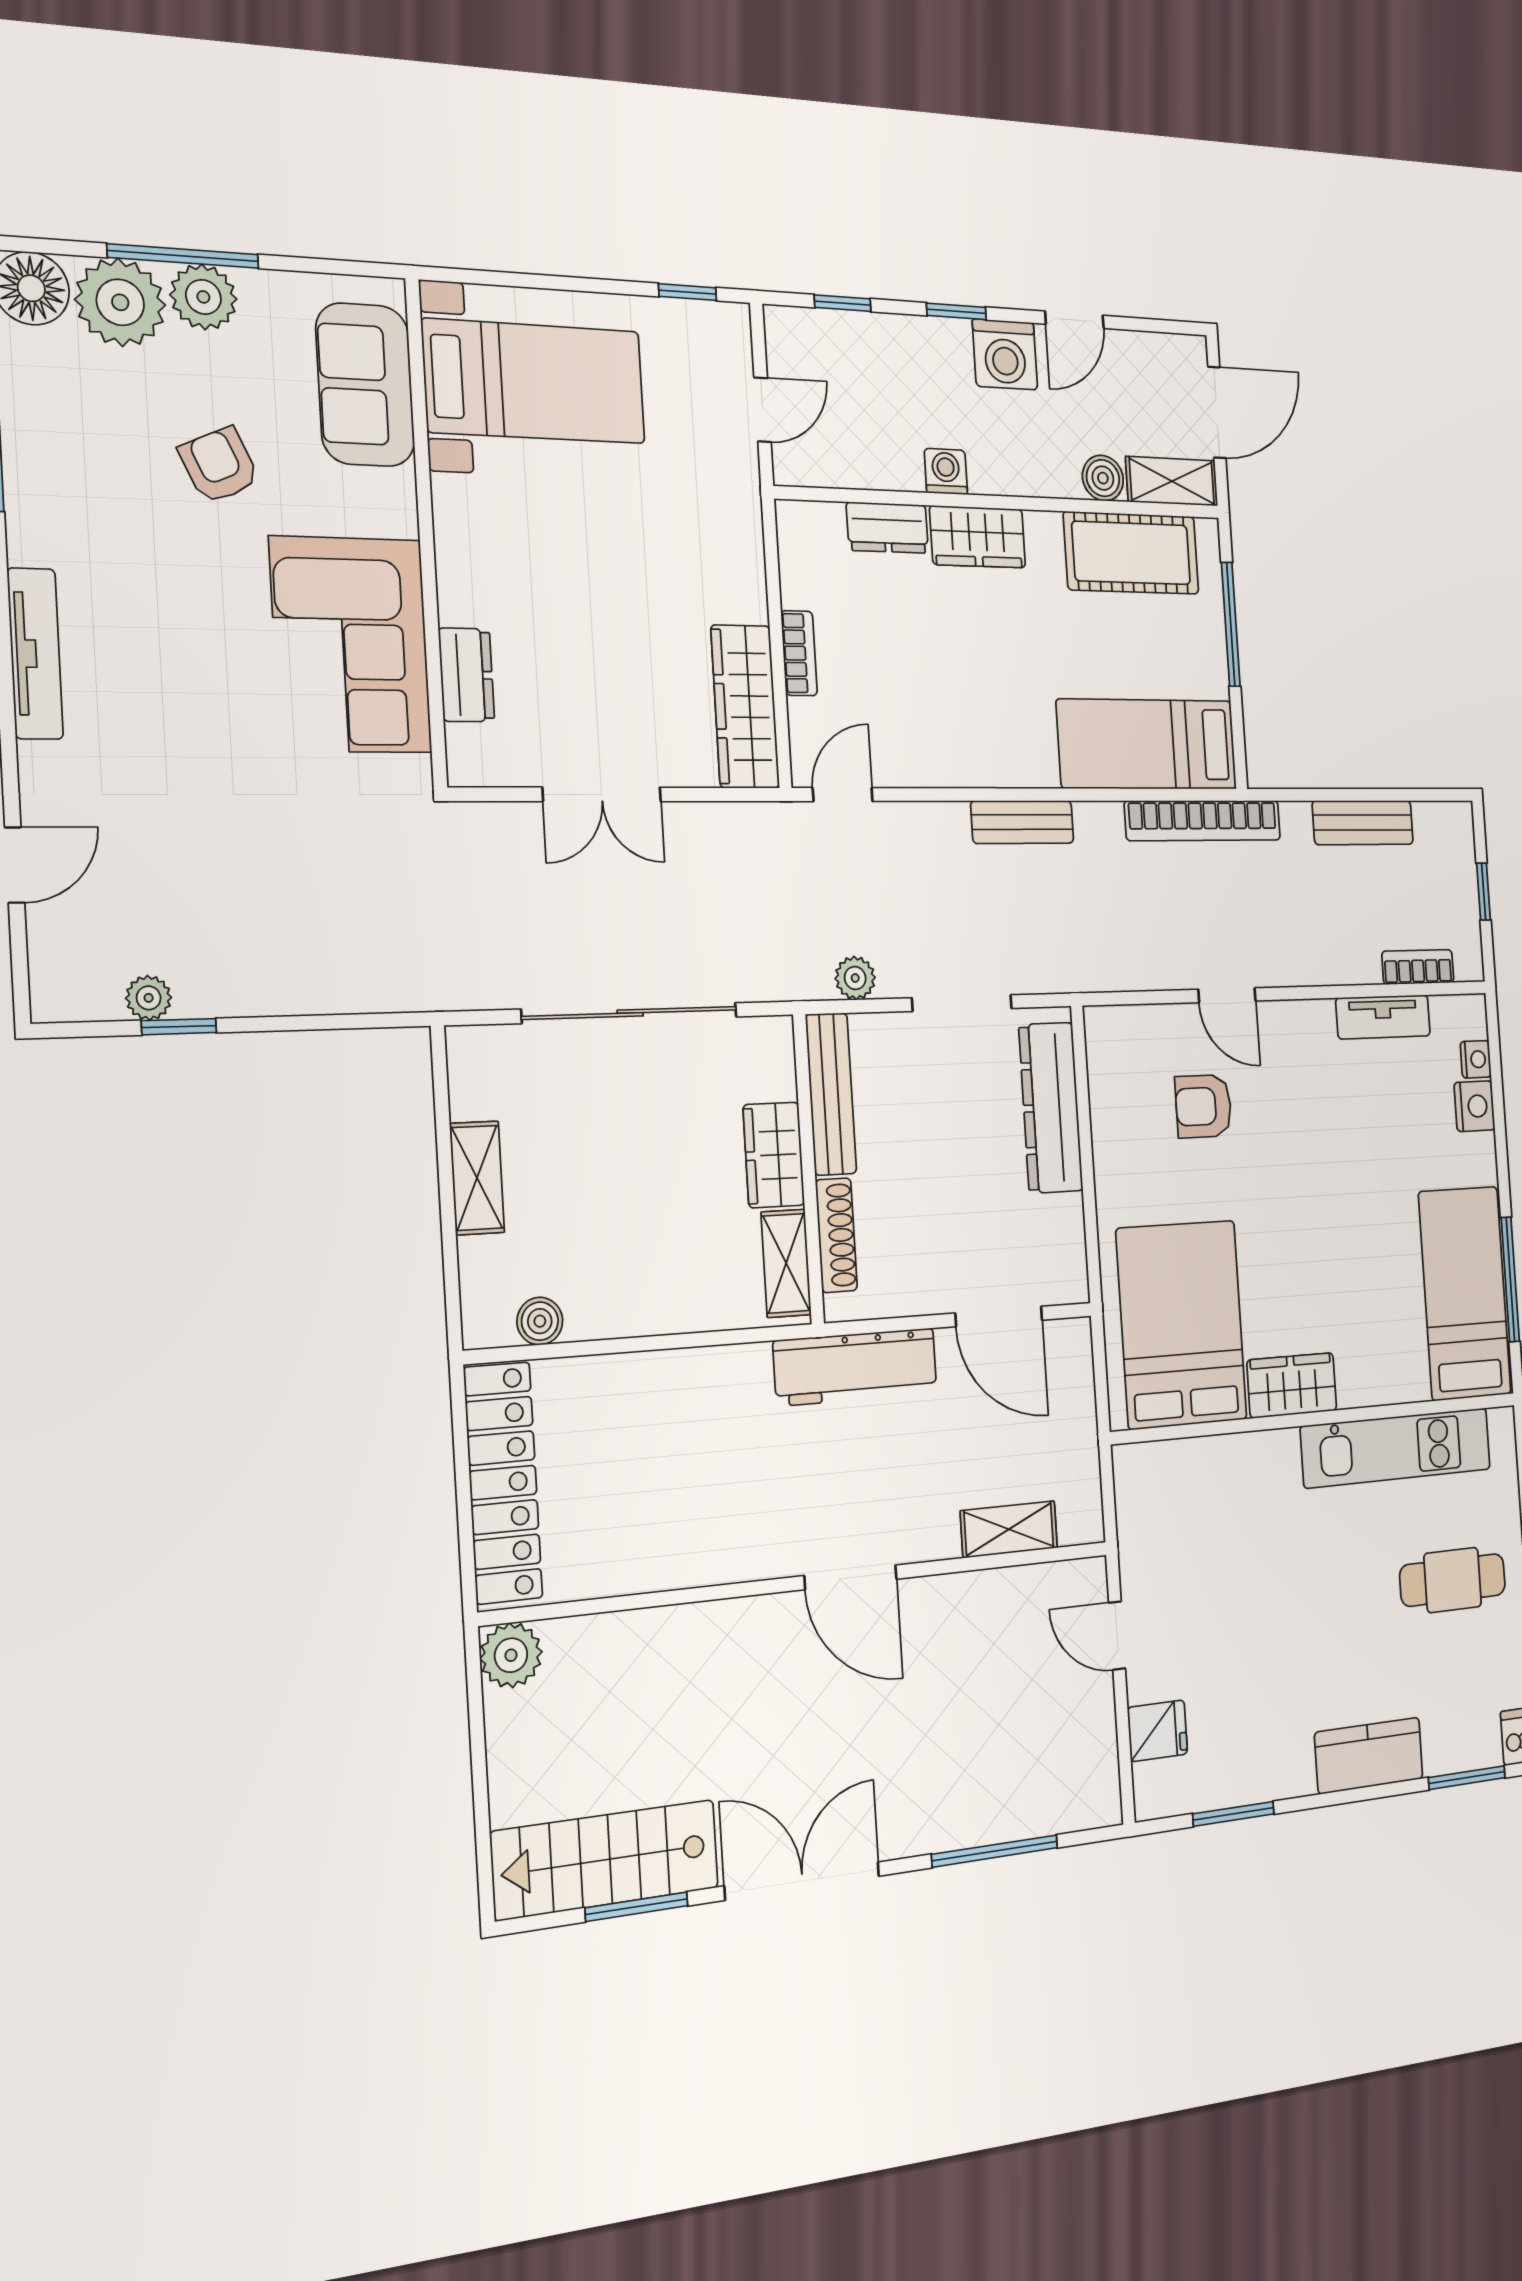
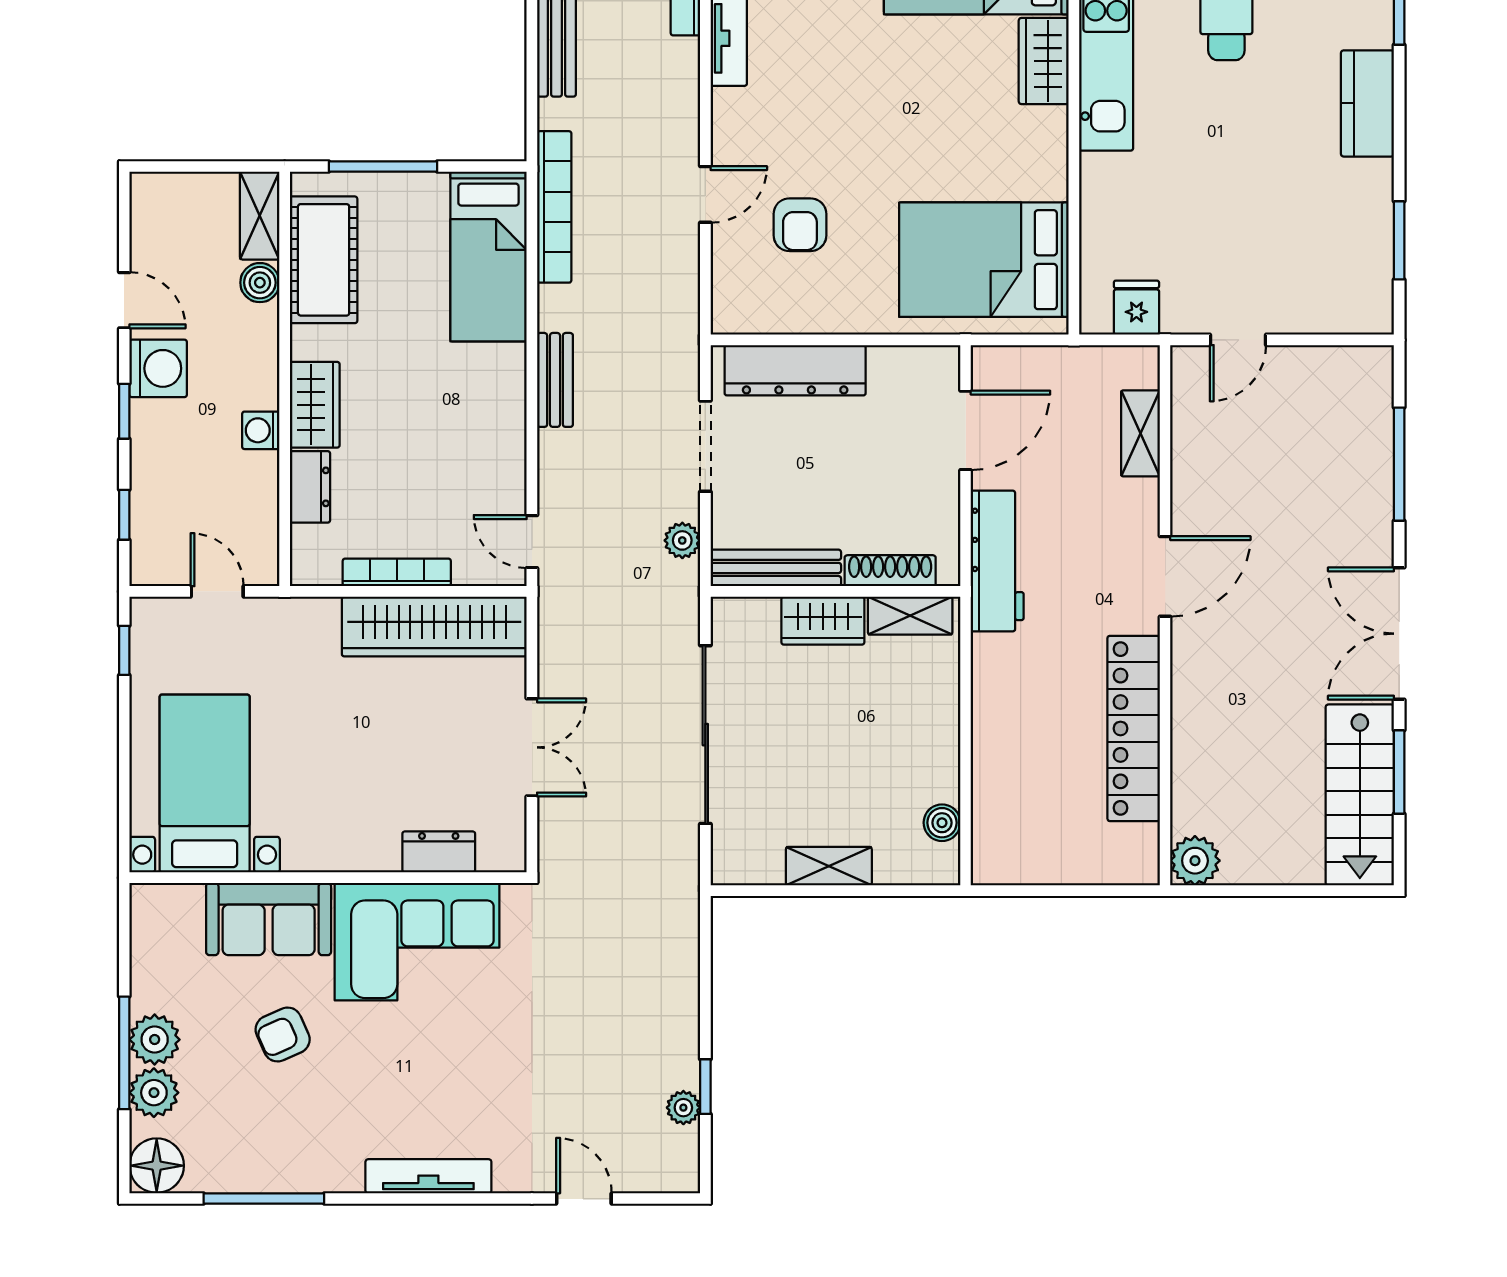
plant: (120, 302) -> (154, 1093), width x0.73, depth x0.73
sofa: (365, 385) -> (269, 919), moved
door: (1217, 412) -> (197, 166), removed
bookcase: (799, 653) -> (397, 572), width x1.56
wardrobe: (745, 707) -> (434, 627), width x1.40, depth x1.17
wardrobe: (1292, 1385) -> (1044, 61), moved
locker: (503, 1483) -> (1134, 728), moved, turned -90
fridge: (1157, 1731) -> (1136, 308), moved

